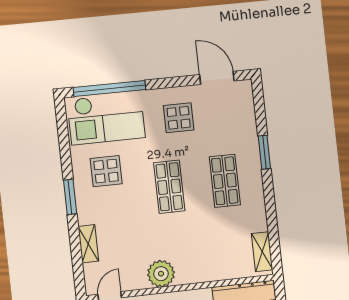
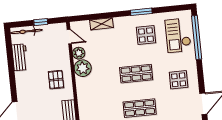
checkout: (106, 119) -> (178, 35), width x0.73, depth x0.83
window: (70, 197) -> (141, 12), moved
plant: (137, 280) -> (79, 53), added

